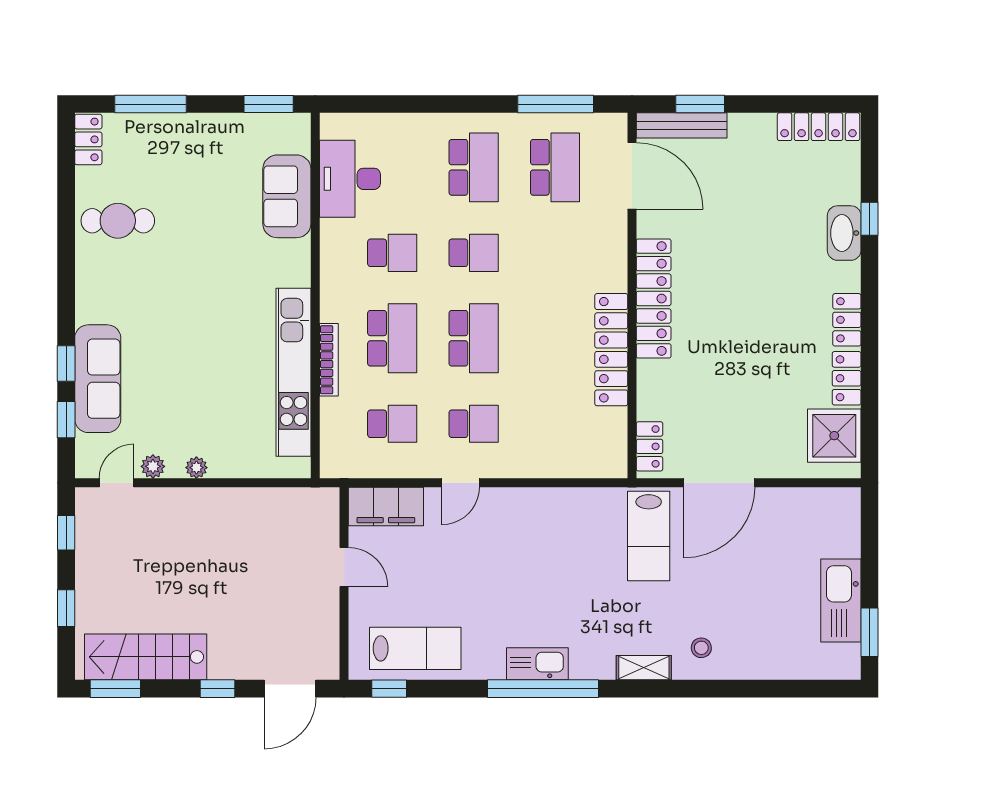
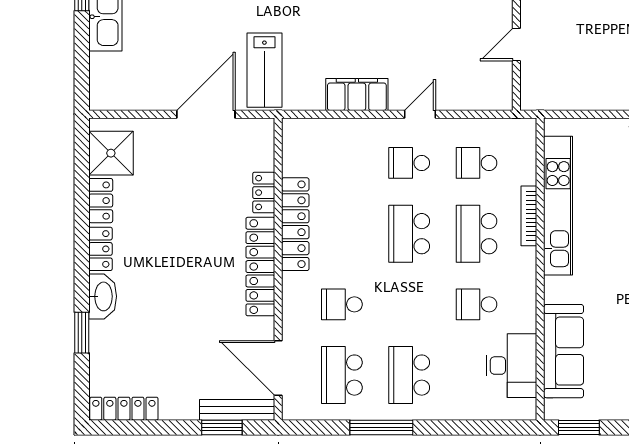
window: (556, 104) -> (381, 427), moved
sofa: (287, 196) -> (564, 351), width x1.36
window: (870, 219) -> (82, 333), width x1.50
washbasin: (844, 233) -> (103, 296), moved
school desk: (474, 253) -> (342, 304), moved
locker: (649, 446) -> (264, 193), moved
filing cabinet: (386, 506) -> (357, 95), moved
lab bench: (649, 536) -> (264, 70), turned 180
door: (344, 567) -> (516, 44), hinge flipped

